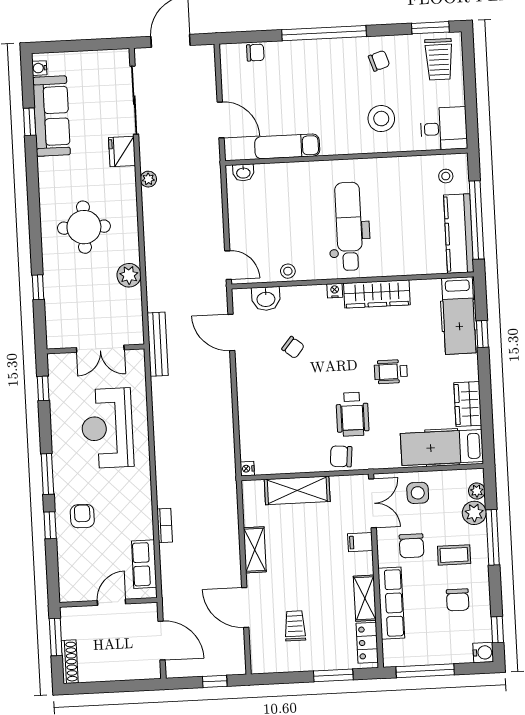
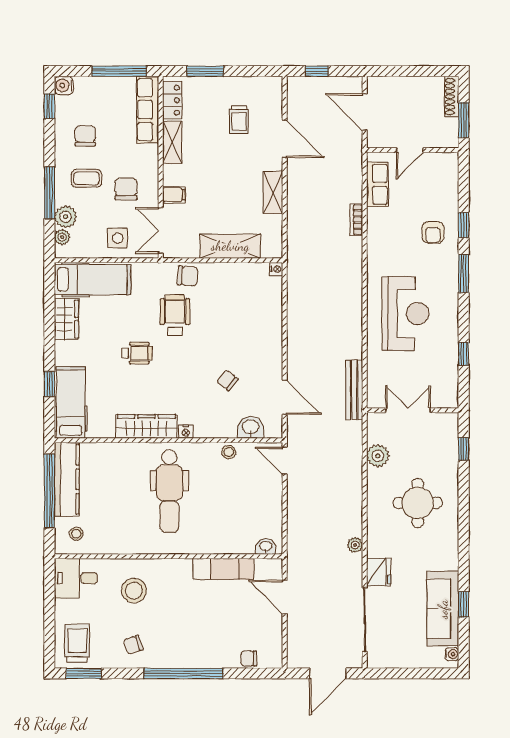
wall: (96, 349) -> (413, 410), moved
double door: (100, 349) -> (408, 410), moved
row of seats: (391, 603) -> (148, 110), moved

